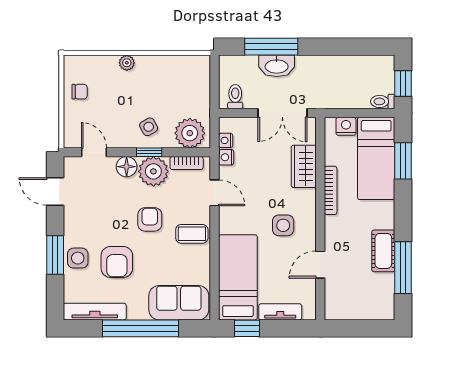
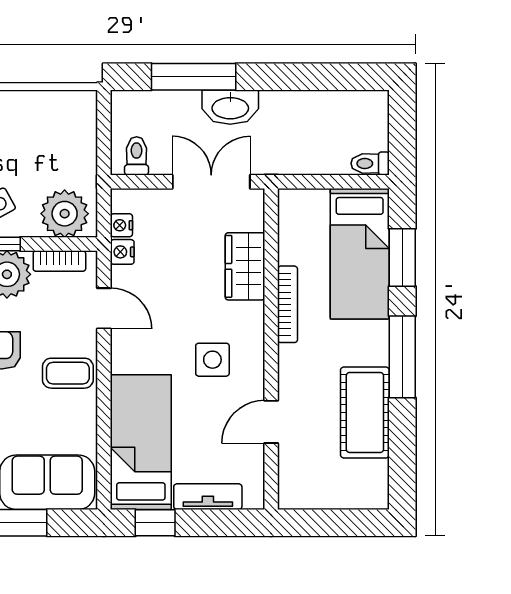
washbasin: (277, 66) -> (230, 107), moved
window: (403, 83) -> (402, 135), removed
double door: (282, 113) -> (211, 182), swing flipped
nightstand: (346, 126) -> (312, 203), removed
cot: (383, 251) -> (365, 412), width x1.37, depth x1.34
window: (403, 268) -> (402, 357), moved

